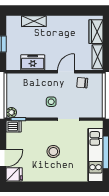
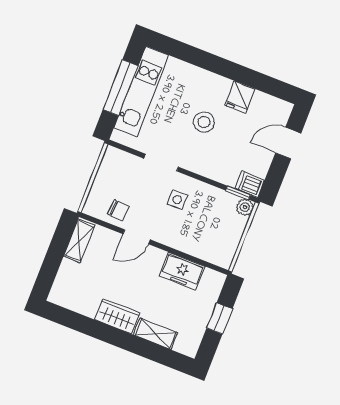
wardrobe: (96, 32) -> (117, 316), moved, turned -90
fridge: (14, 174) -> (240, 97), moved, turned -90

